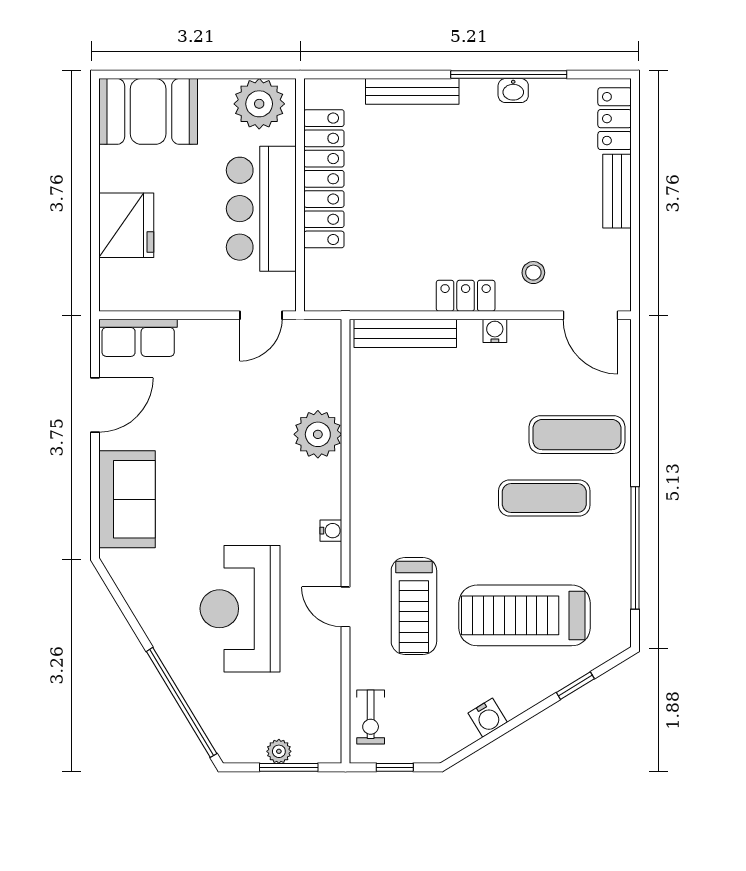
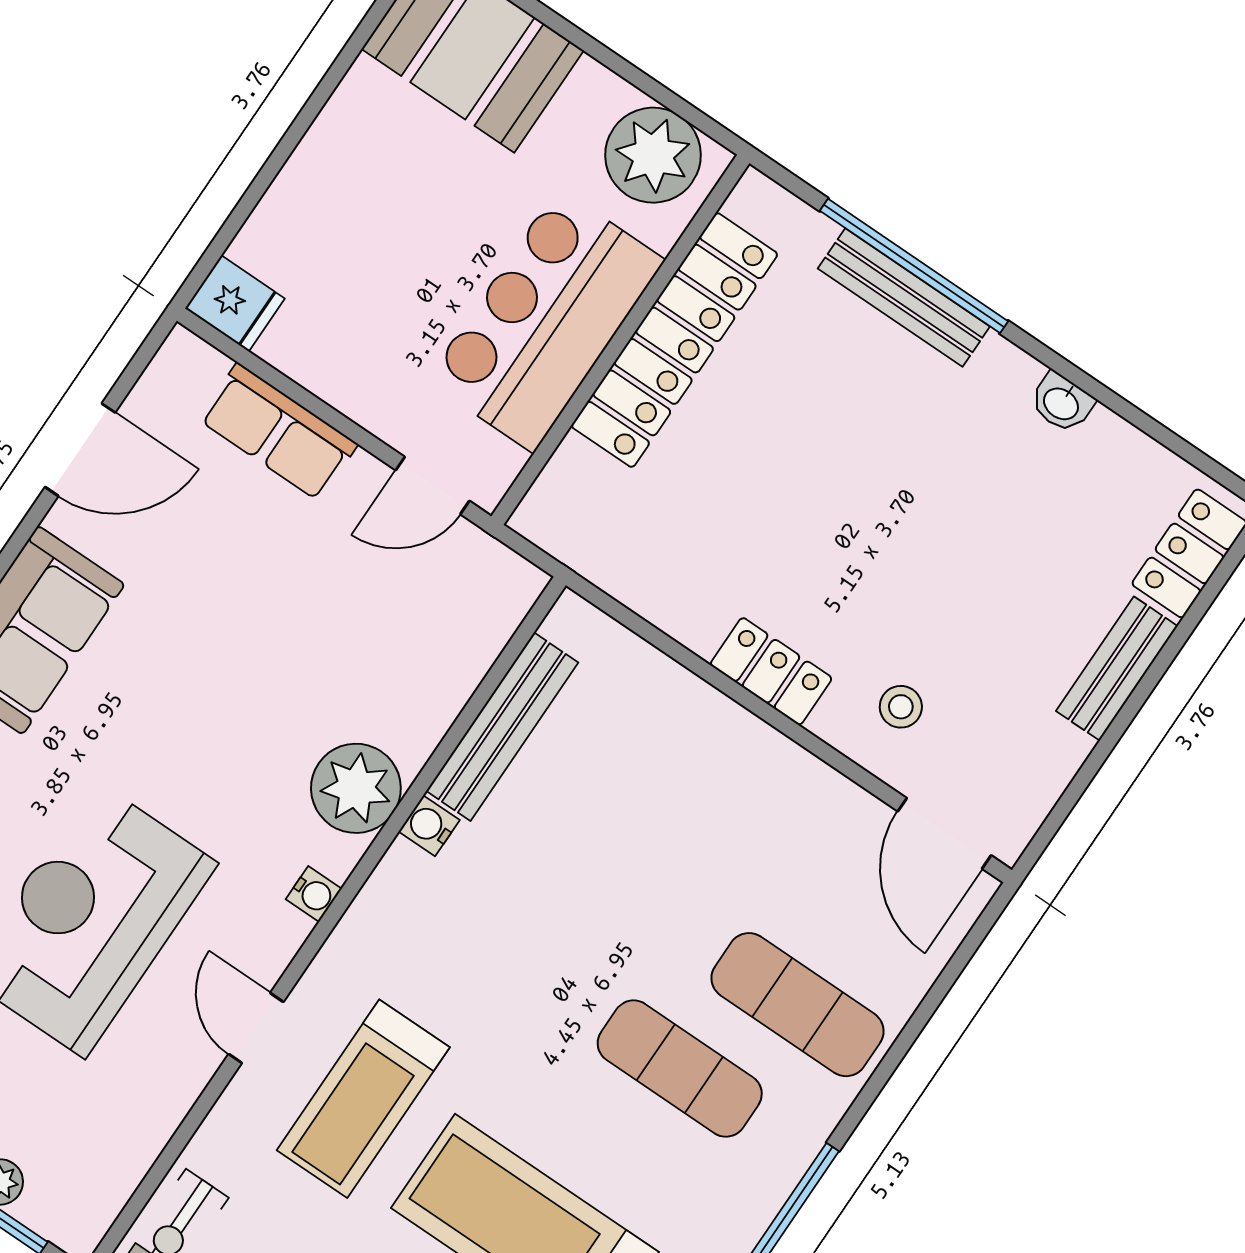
window: (509, 74) -> (914, 266), moved
fridge: (126, 225) -> (235, 303), moved, width x0.53, depth x0.75
water cooler: (495, 331) -> (429, 826), moved, turned -90
bench: (405, 333) -> (502, 727), moved, turned 90
row of seats: (138, 338) -> (278, 432), moved
plant: (318, 434) -> (356, 788), moved

